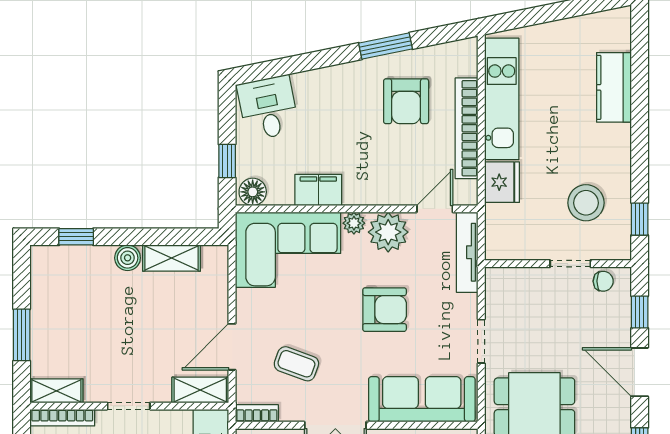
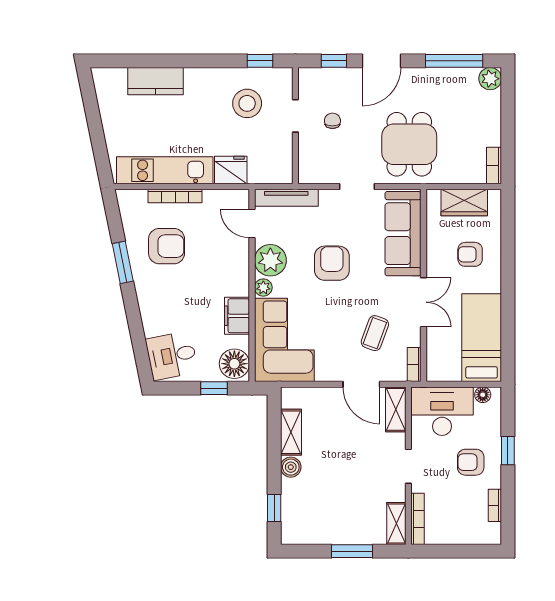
bookcase: (467, 128) -> (175, 196), width x0.68, depth x0.76
floor lamp: (253, 192) -> (234, 364), width x1.38, depth x1.38
chair: (603, 281) -> (332, 121), moved

